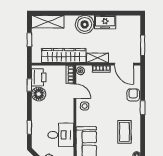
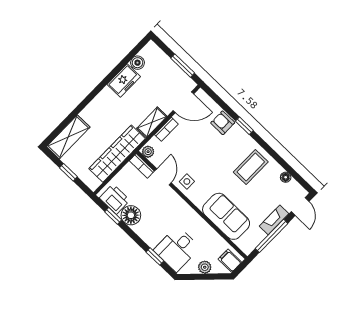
boiler: (85, 24) -> (137, 63), moved, width x0.54, depth x0.54
door: (75, 91) -> (163, 177), hinge flipped
coffee table: (124, 132) -> (251, 167), turned 90
desk: (61, 135) -> (177, 249), moved, turned 180

